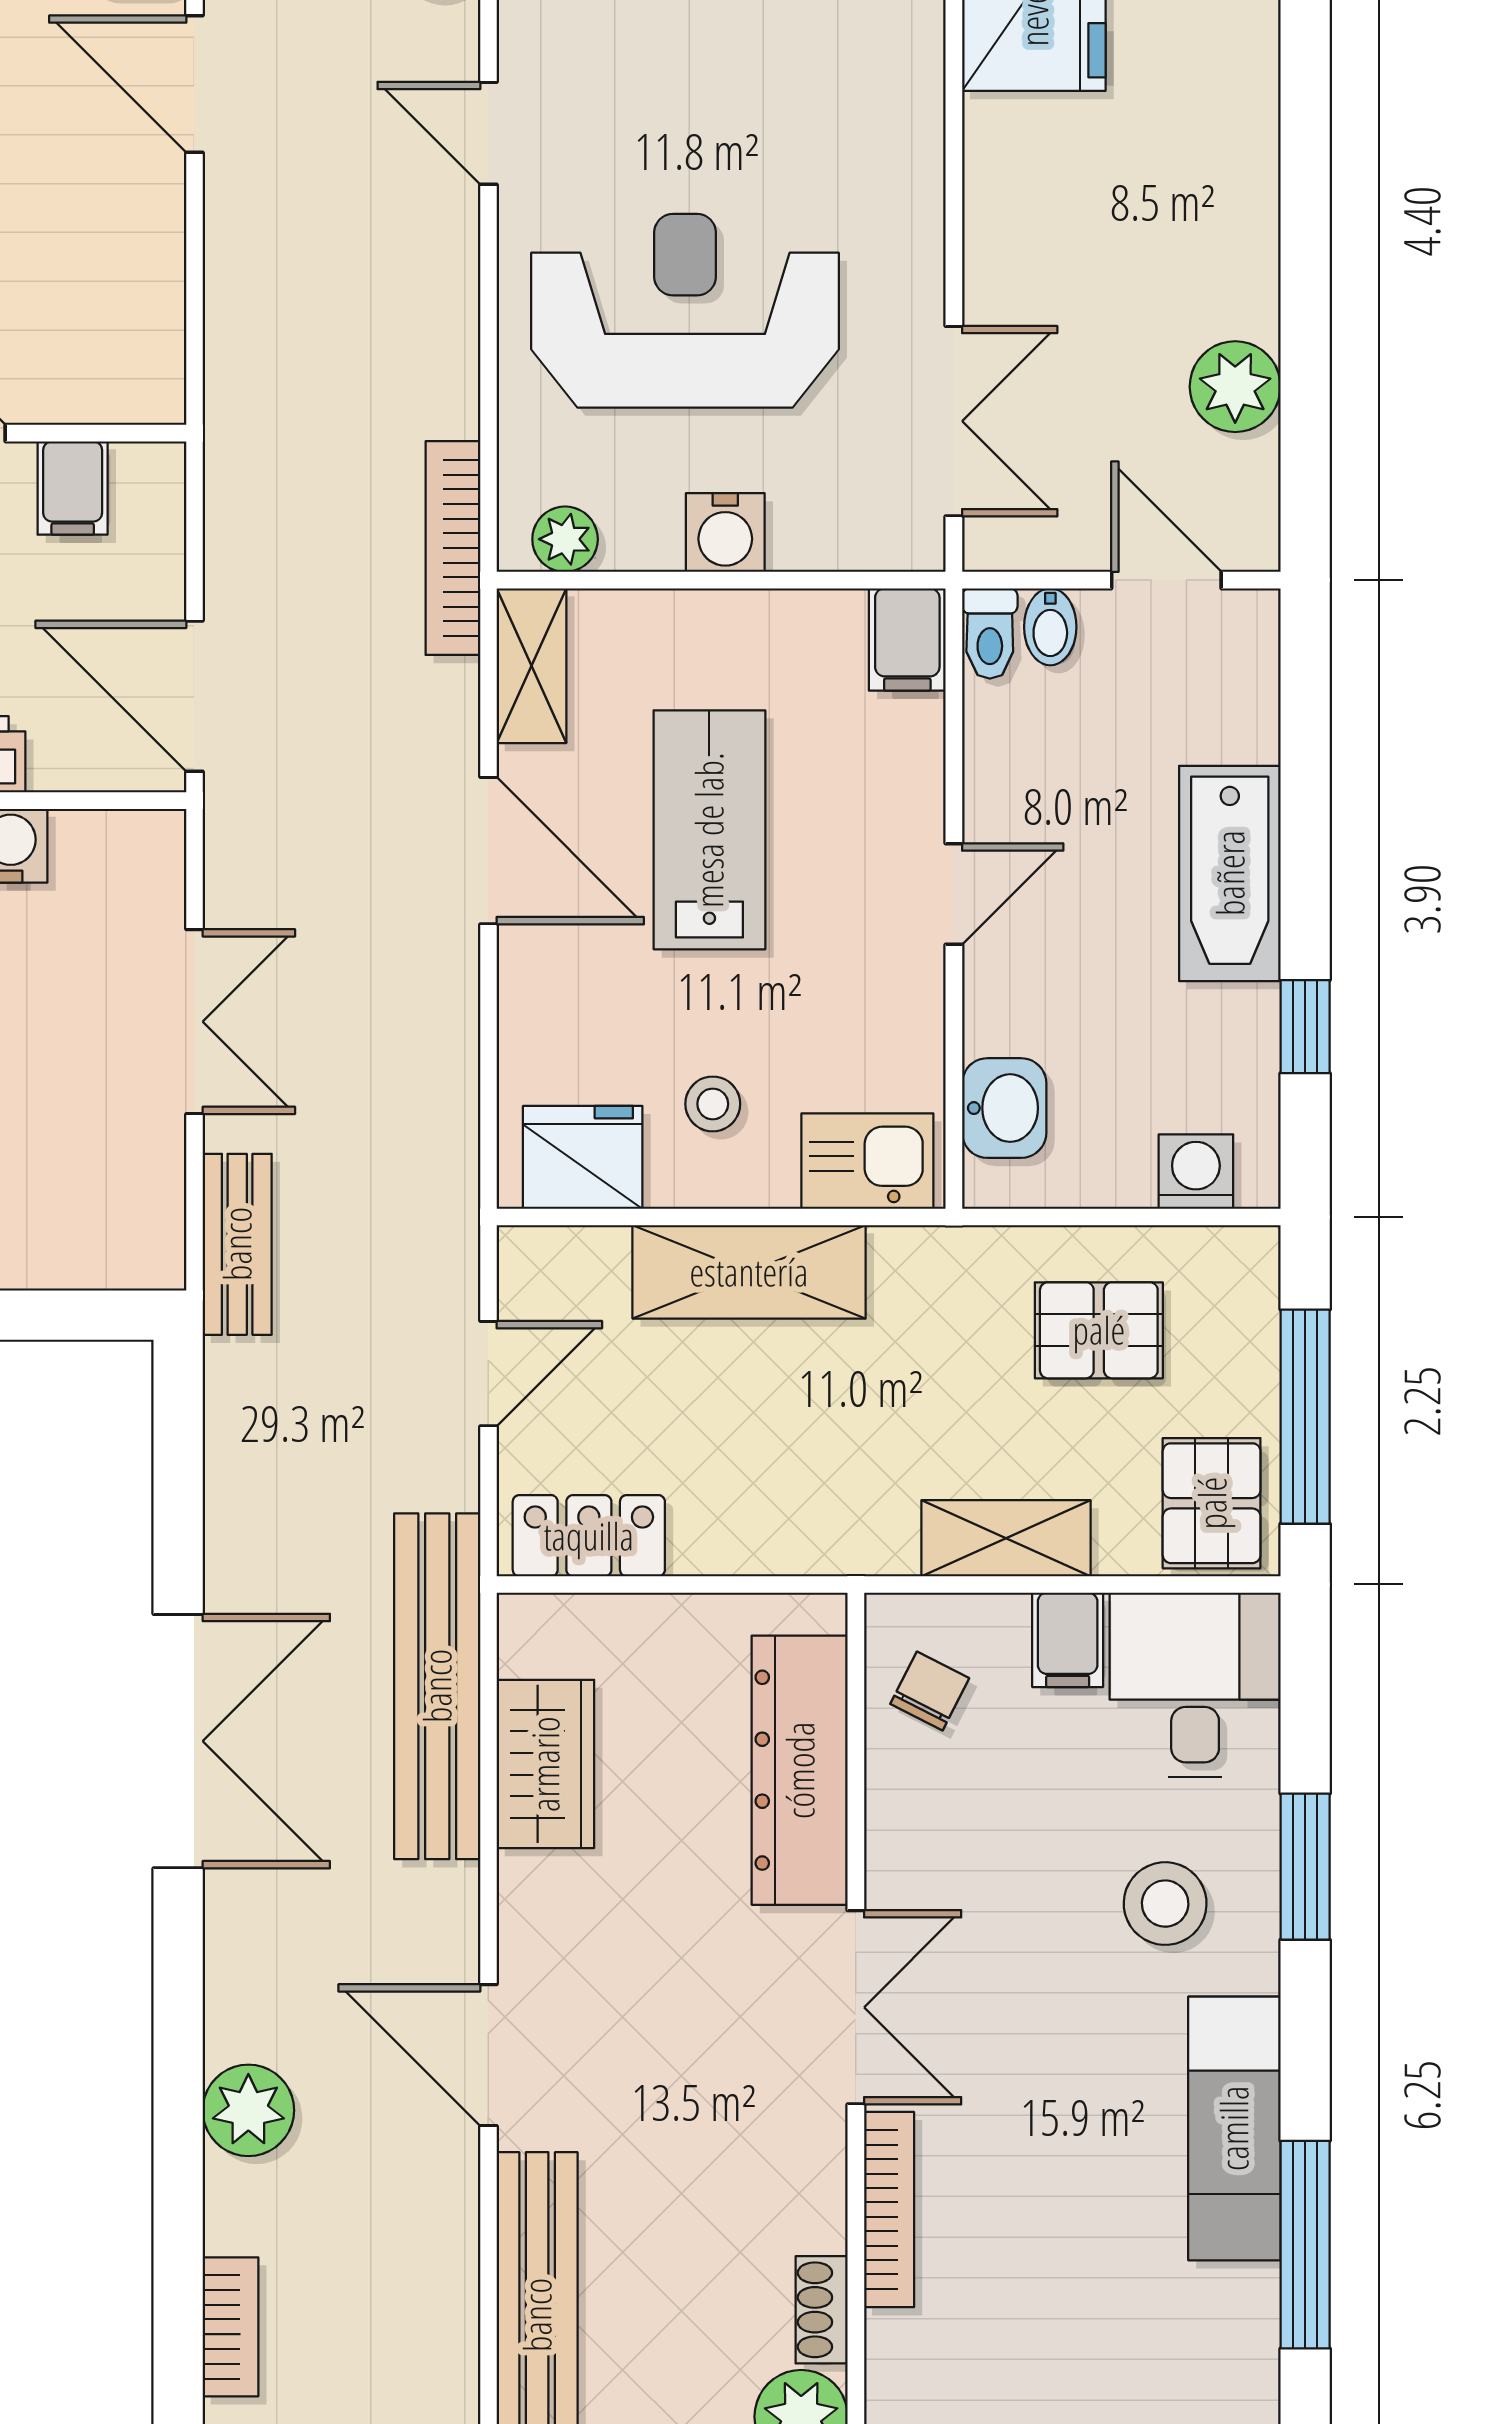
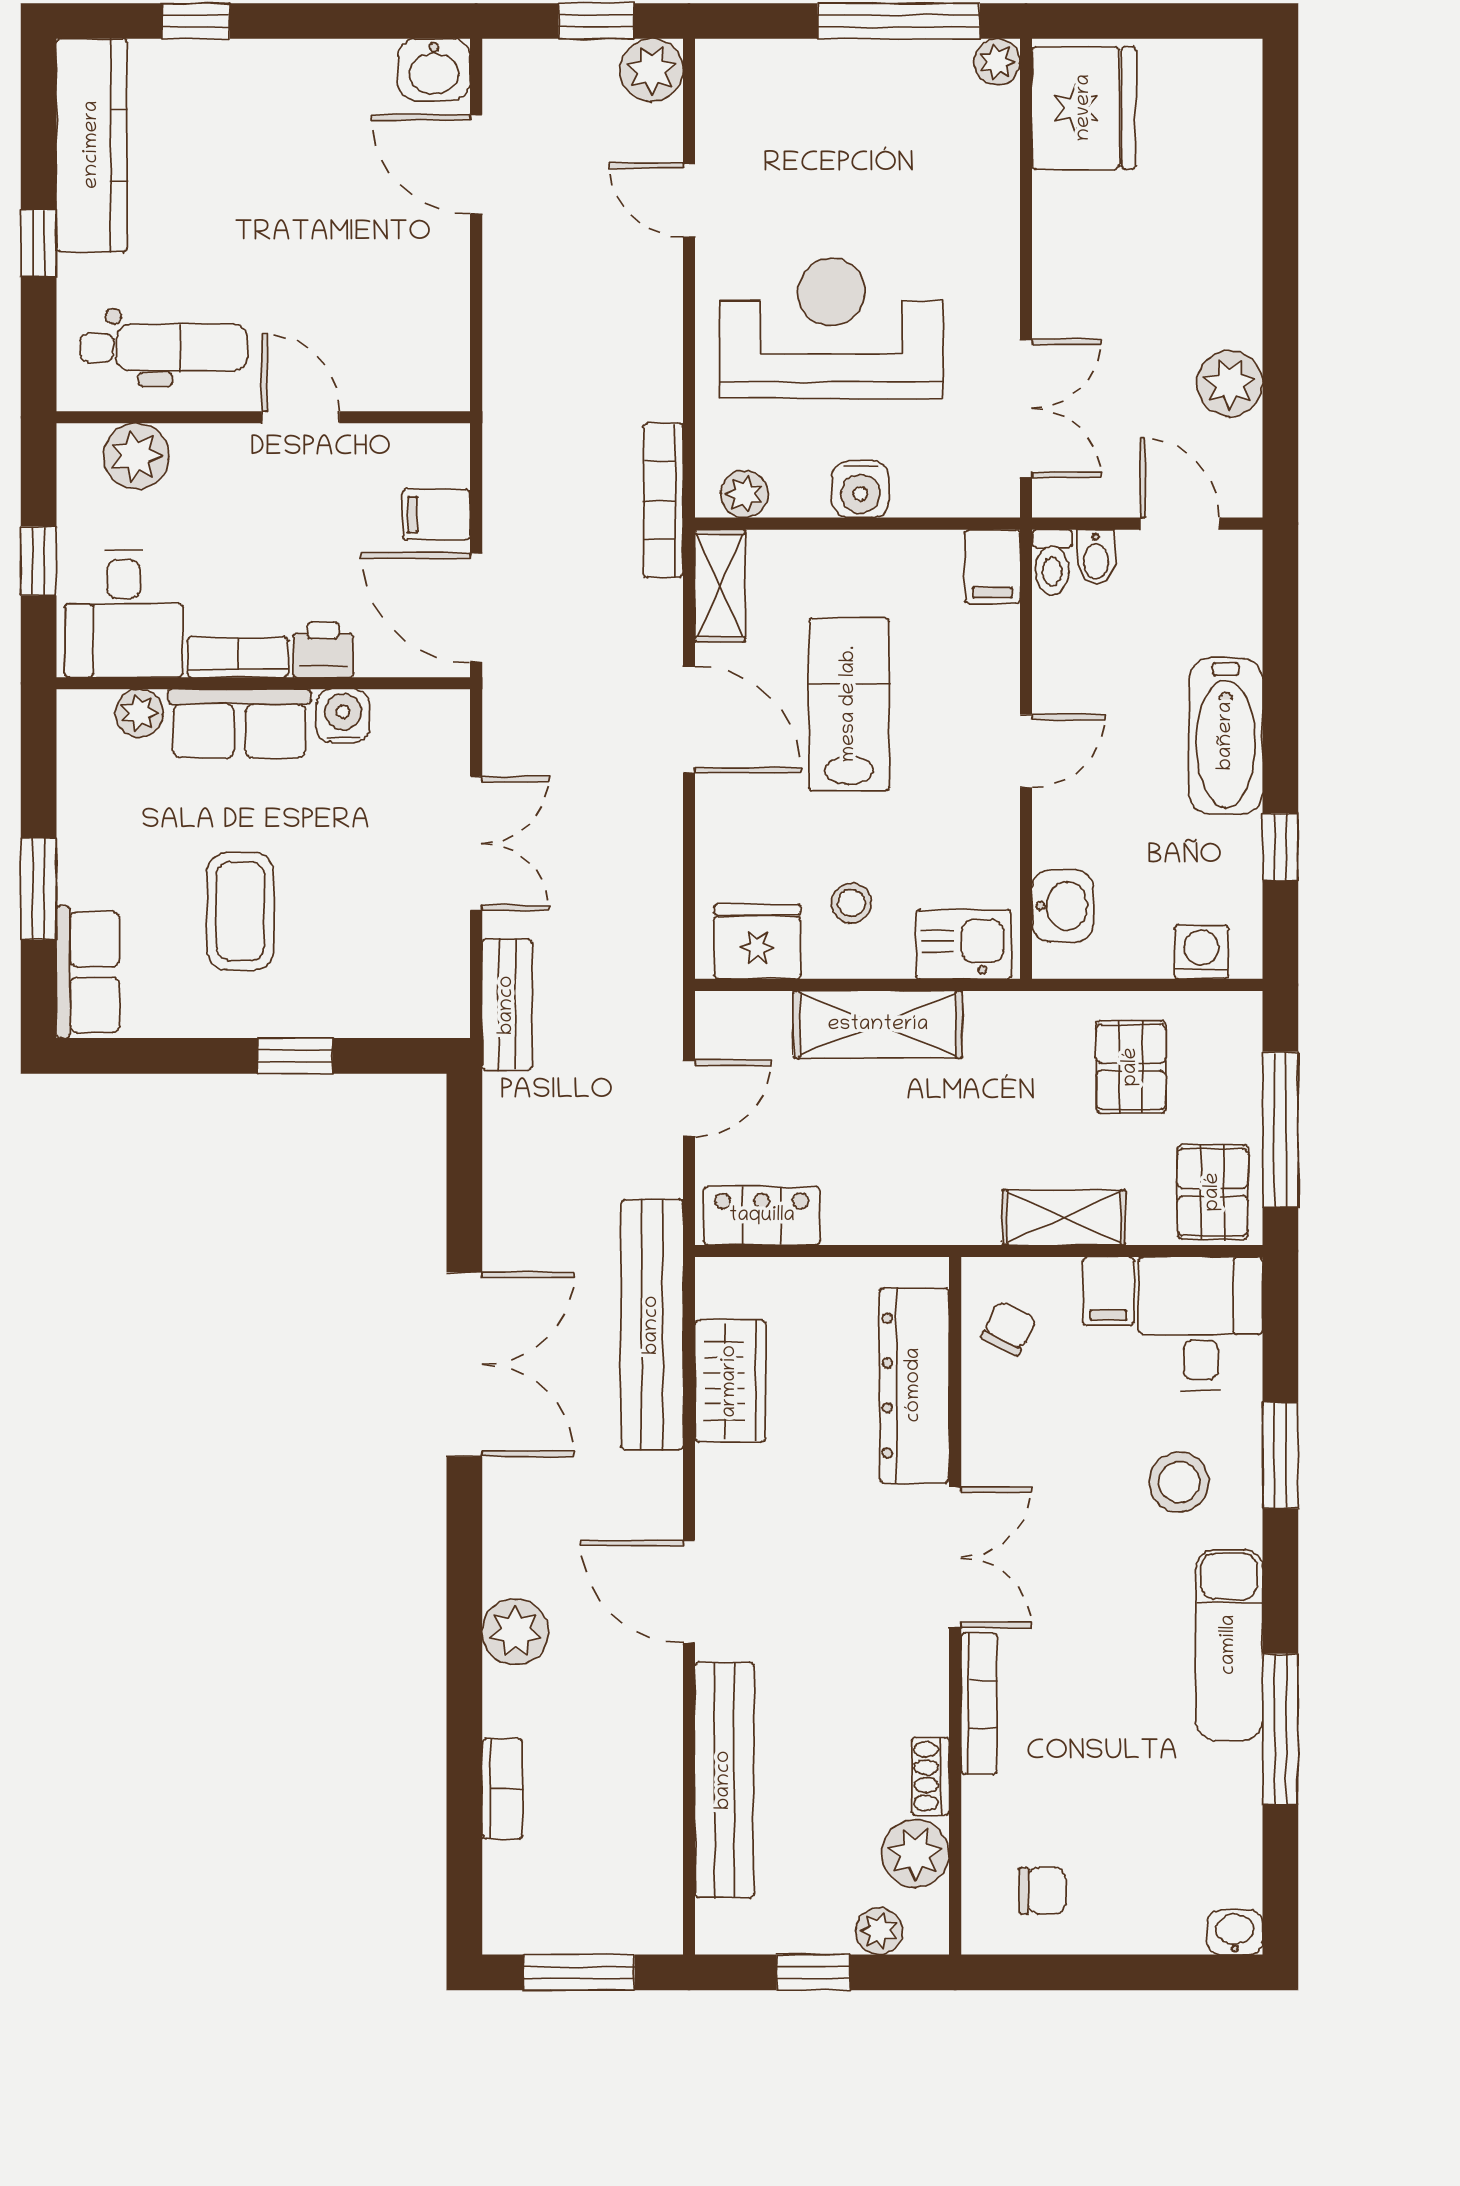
filing cabinet: (73, 488) -> (436, 515), moved, turned 90
pallet: (1099, 1330) -> (1131, 1067), turned 90

